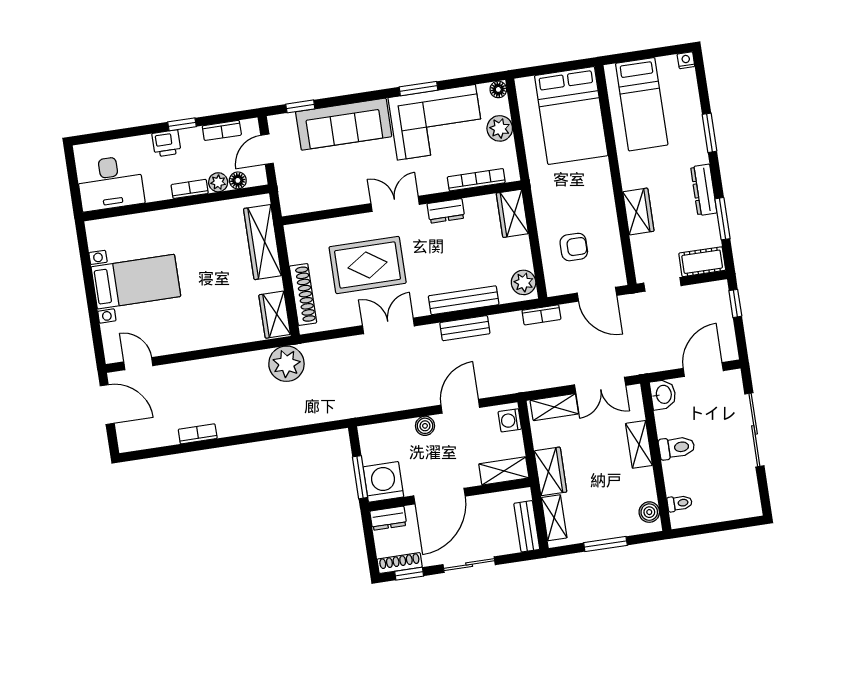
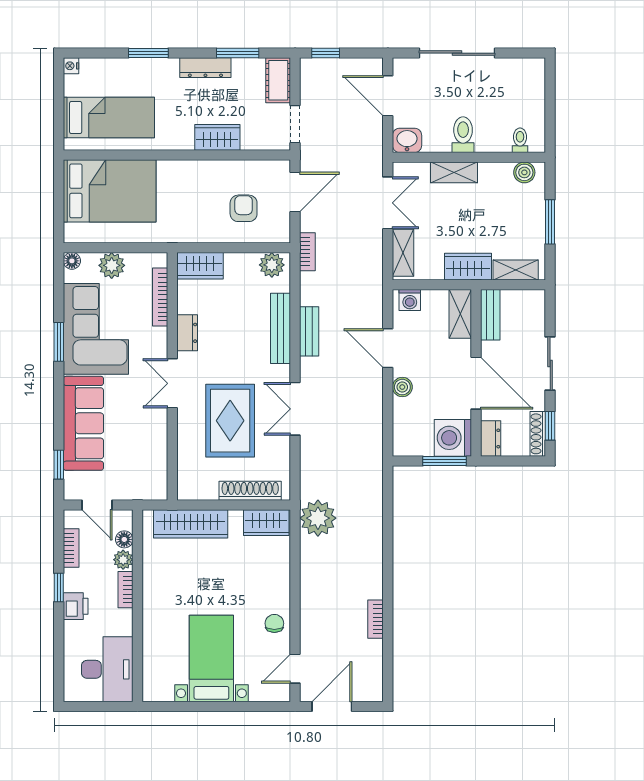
chair: (179, 337) -> (274, 623), added
bench: (527, 526) -> (490, 315), moved, turned 90

